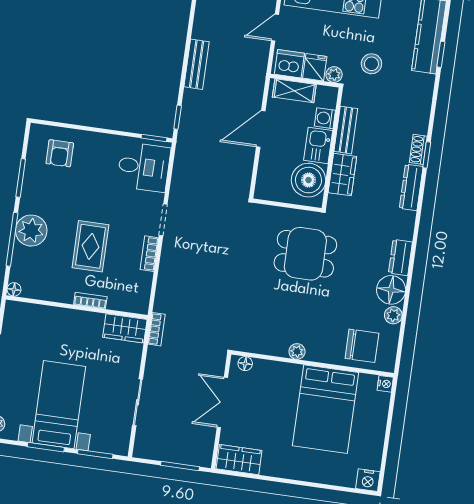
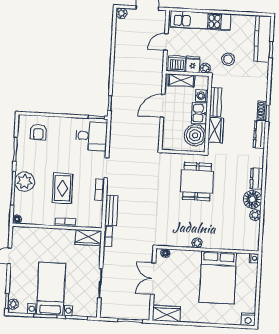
bench: (196, 64) -> (111, 210), moved
dining table: (305, 254) -> (197, 181), turned 90
chair: (362, 346) -> (237, 236), removed

